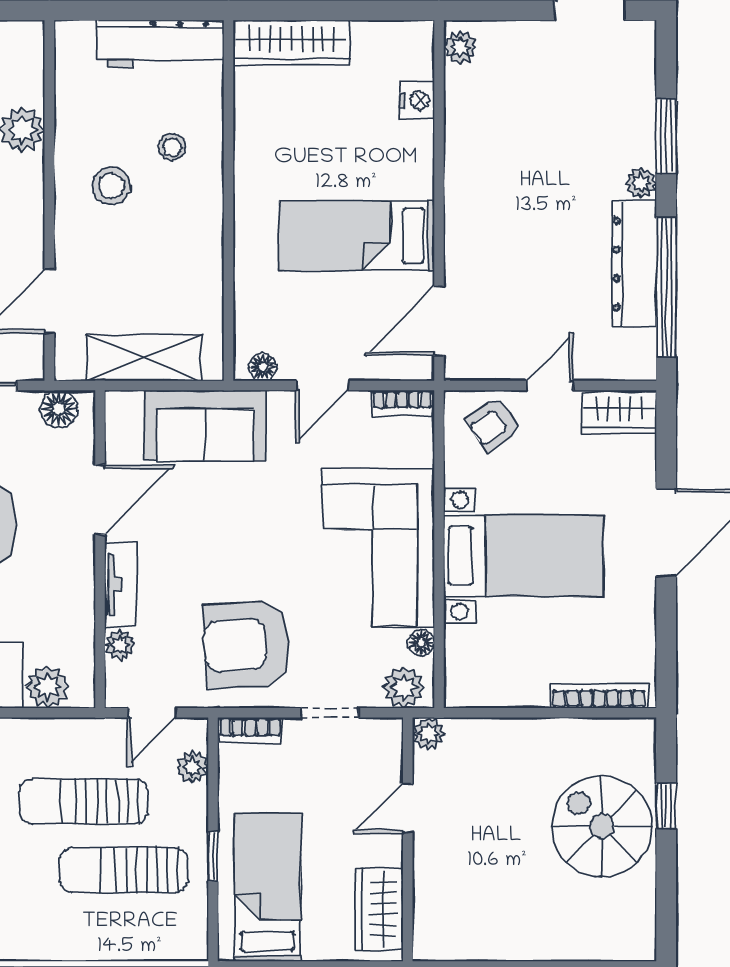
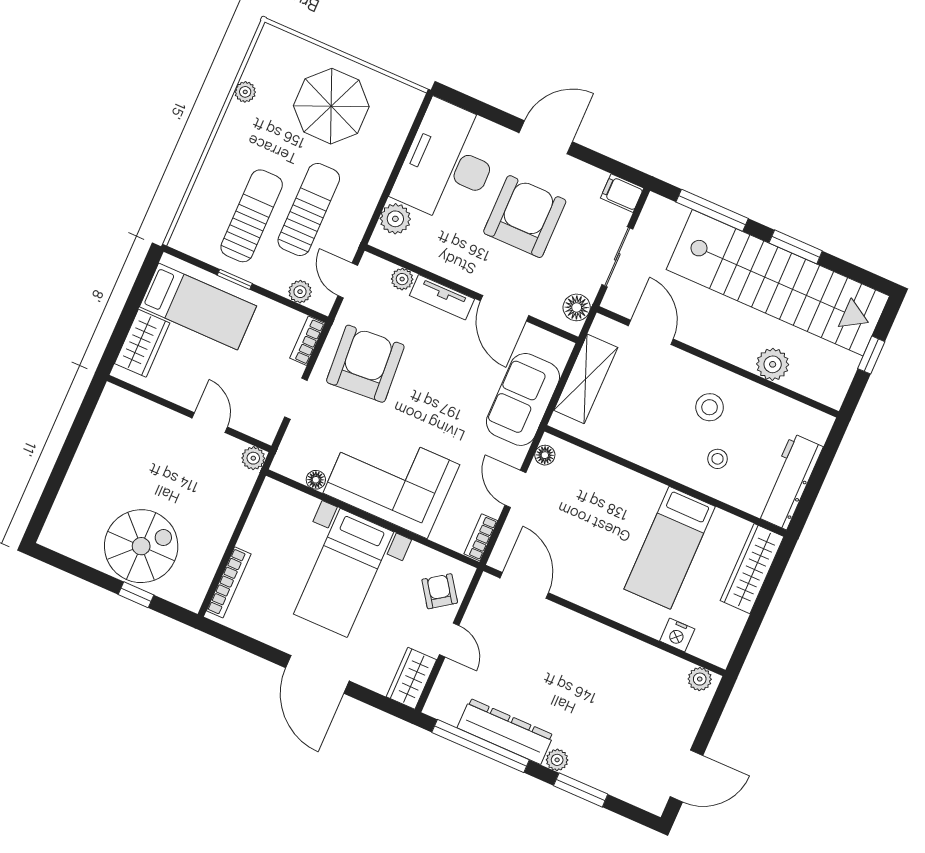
bed: (357, 236) -> (670, 548), moved, turned 180
plant: (404, 687) -> (291, 455), removed
wardrobe: (379, 909) -> (142, 343), moved, turned 90

